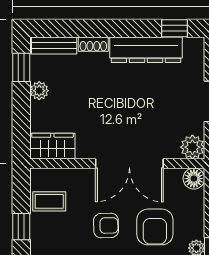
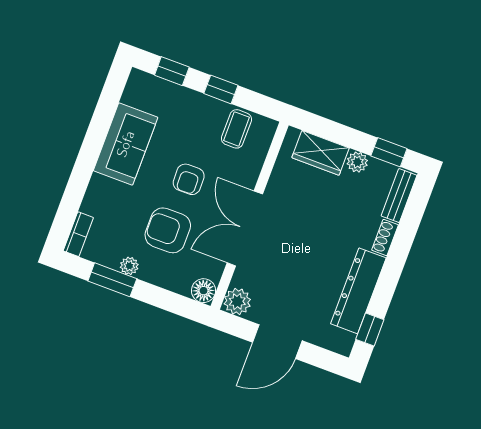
wardrobe: (52, 146) -> (321, 153), moved, turned 90

